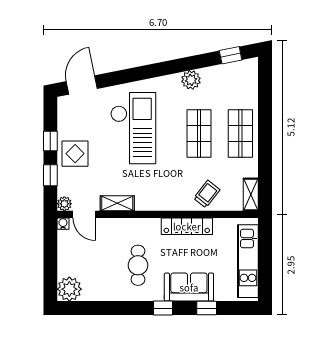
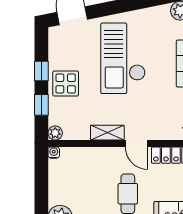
checkout: (133, 128) -> (123, 58), turned 180
door: (84, 214) -> (136, 143), moved

